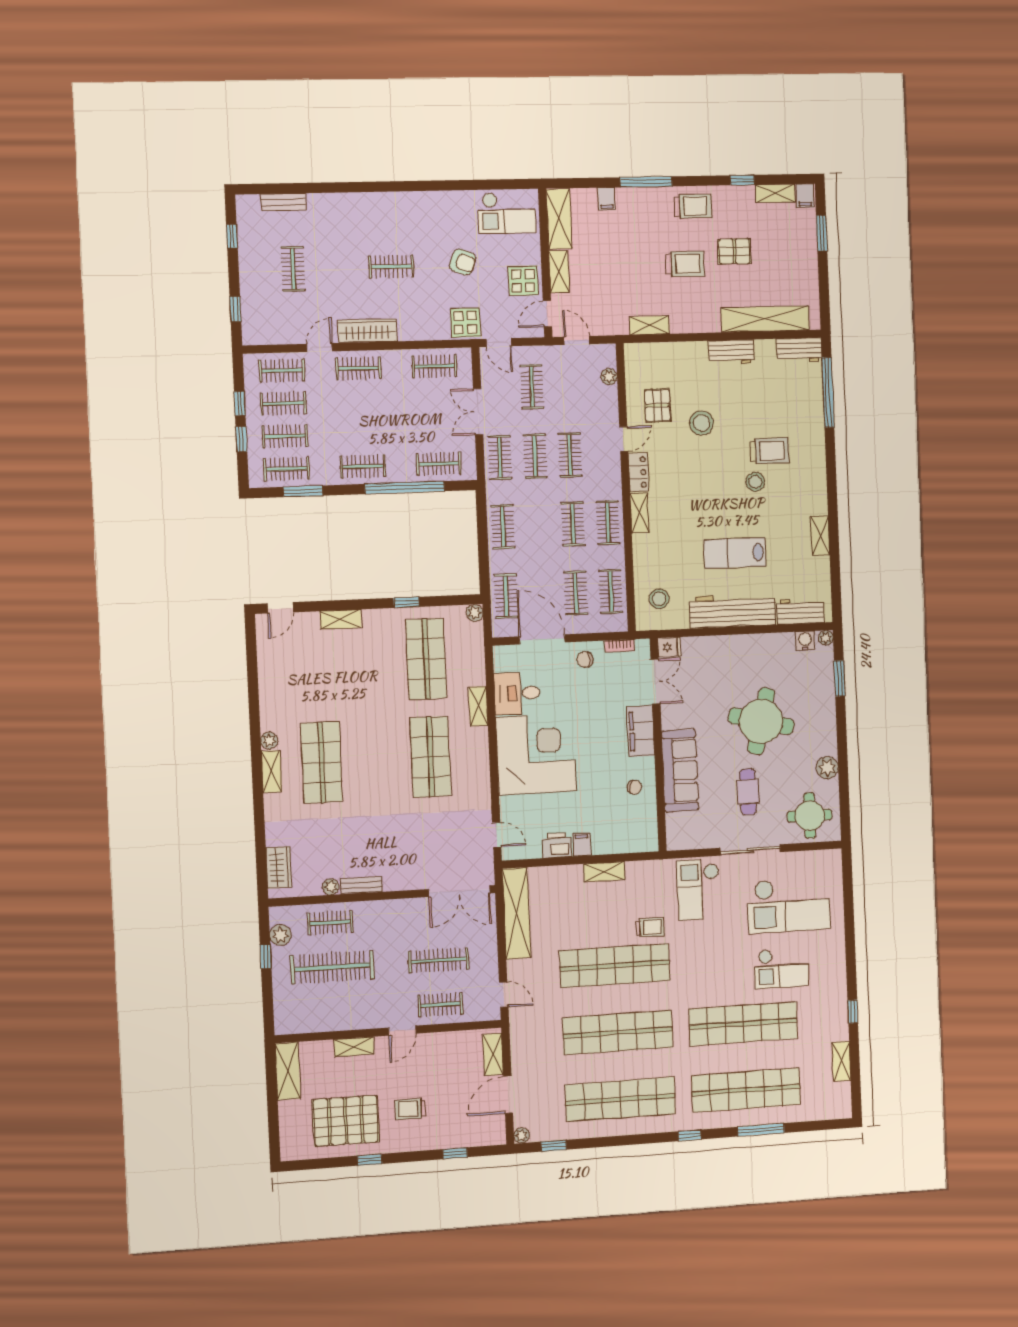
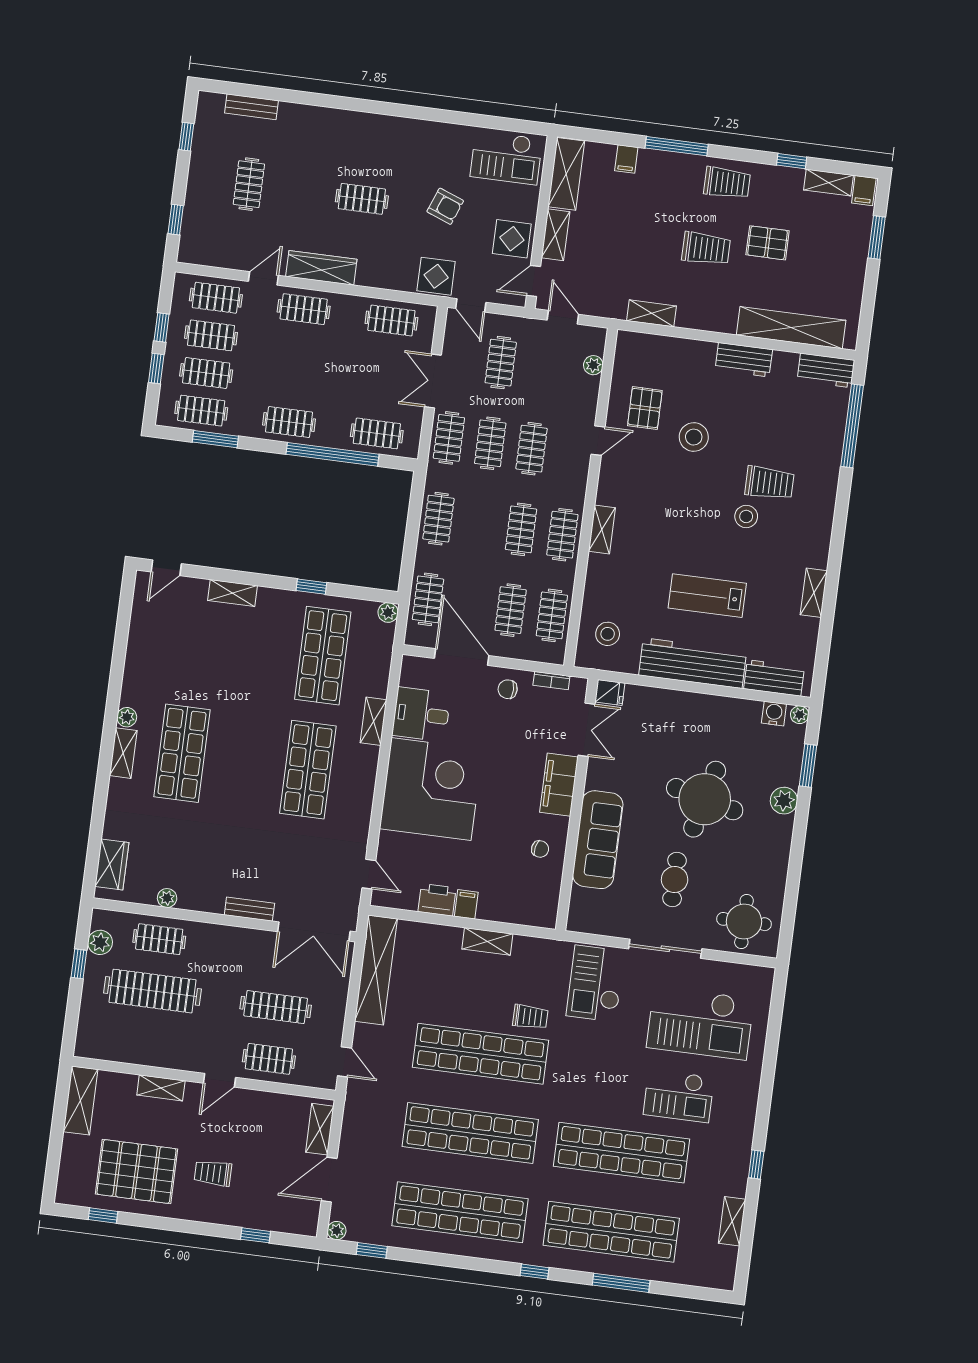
locker: (639, 472) -> (609, 482), removed
plant: (827, 768) -> (784, 801), moved
bench: (361, 885) -> (249, 909), moved
window: (370, 1160) -> (103, 1216), moved

